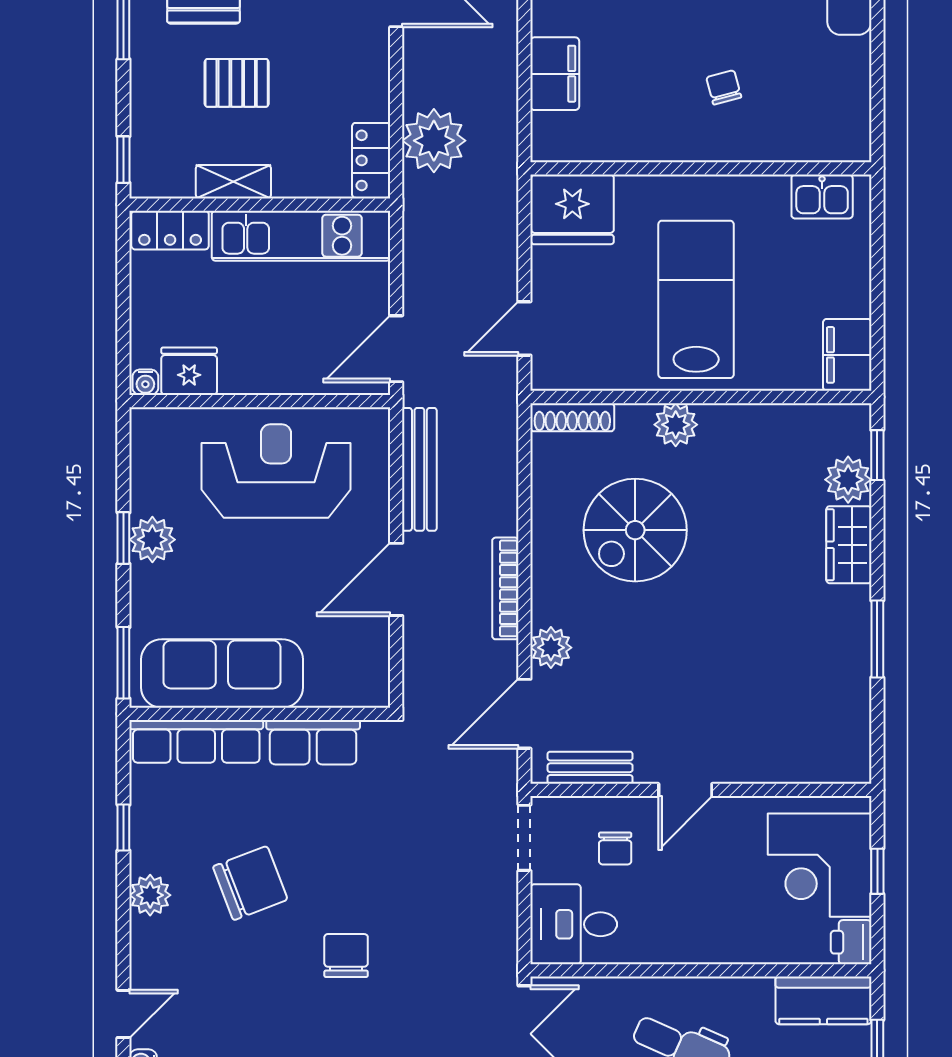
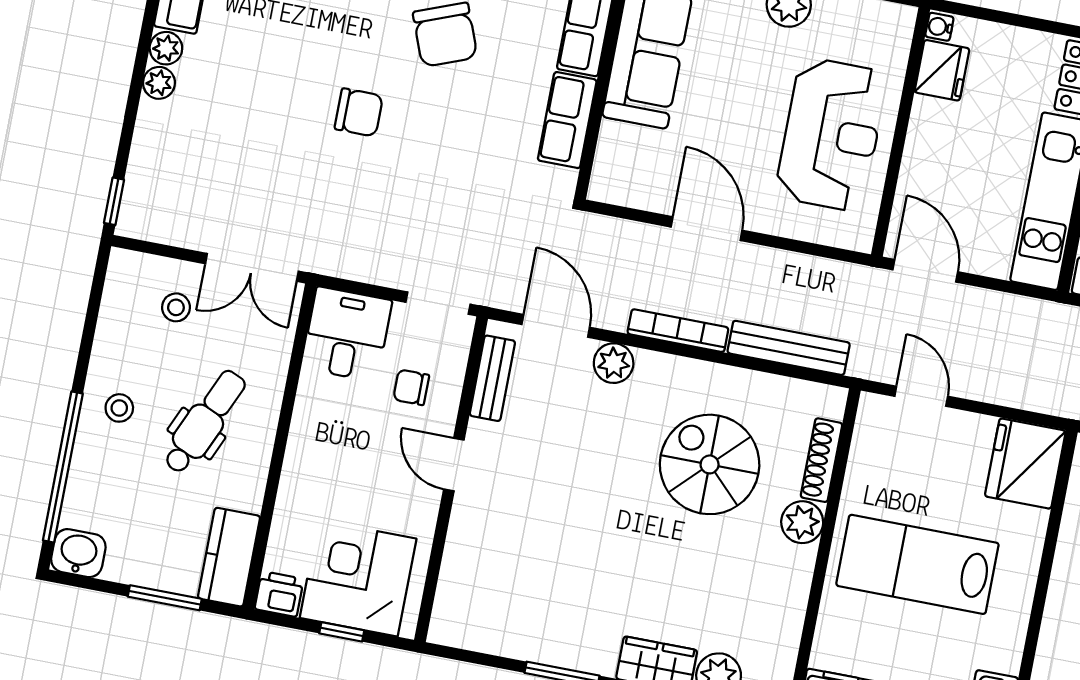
lab bench: (696, 299) -> (917, 564), turned 180
shoe rack: (572, 417) -> (821, 460), moved
bench: (419, 469) -> (789, 348), moved

